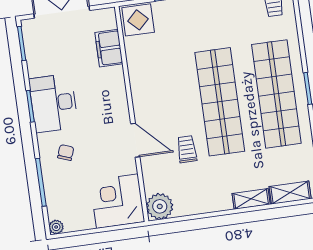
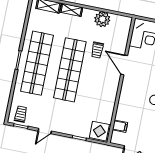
filing cabinet: (109, 48) -> (120, 126), width x0.50
plant: (160, 206) -> (102, 19), moved

